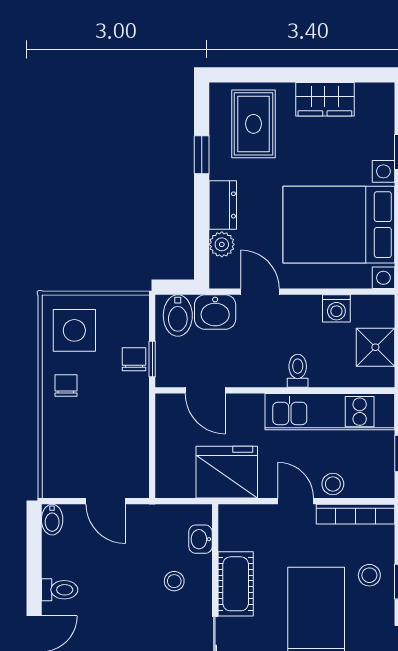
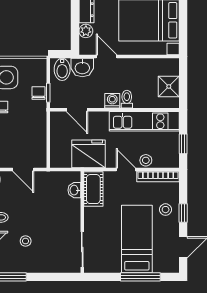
washing machine: (336, 308) -> (112, 101), moved, turned 180
stool: (174, 581) -> (26, 241), moved
cot: (236, 584) -> (93, 189), moved

